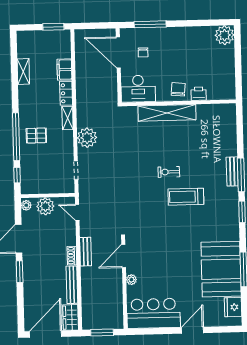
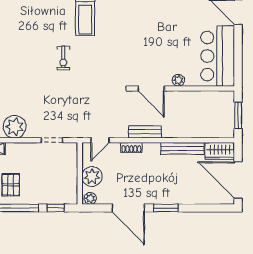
exercise bike: (169, 172) -> (63, 58), moved
shoe rack: (72, 256) -> (131, 148), moved

